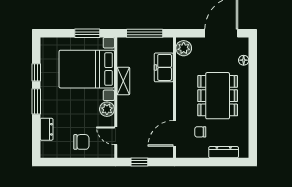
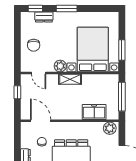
window: (36, 72) -> (35, 9), moved
shelving: (123, 81) -> (70, 79), moved
door: (116, 136) -> (39, 73), swing flipped

